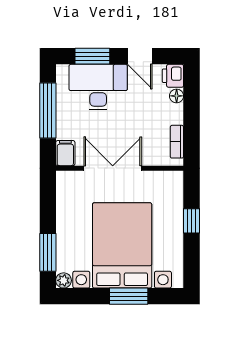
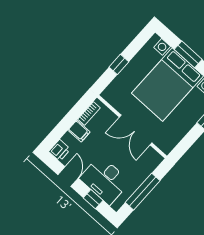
window: (92, 56) -> (93, 199), width x0.67
floor lamp: (177, 96) -> (67, 138), removed
filing cabinet: (65, 153) -> (79, 131), moved, turned -90

